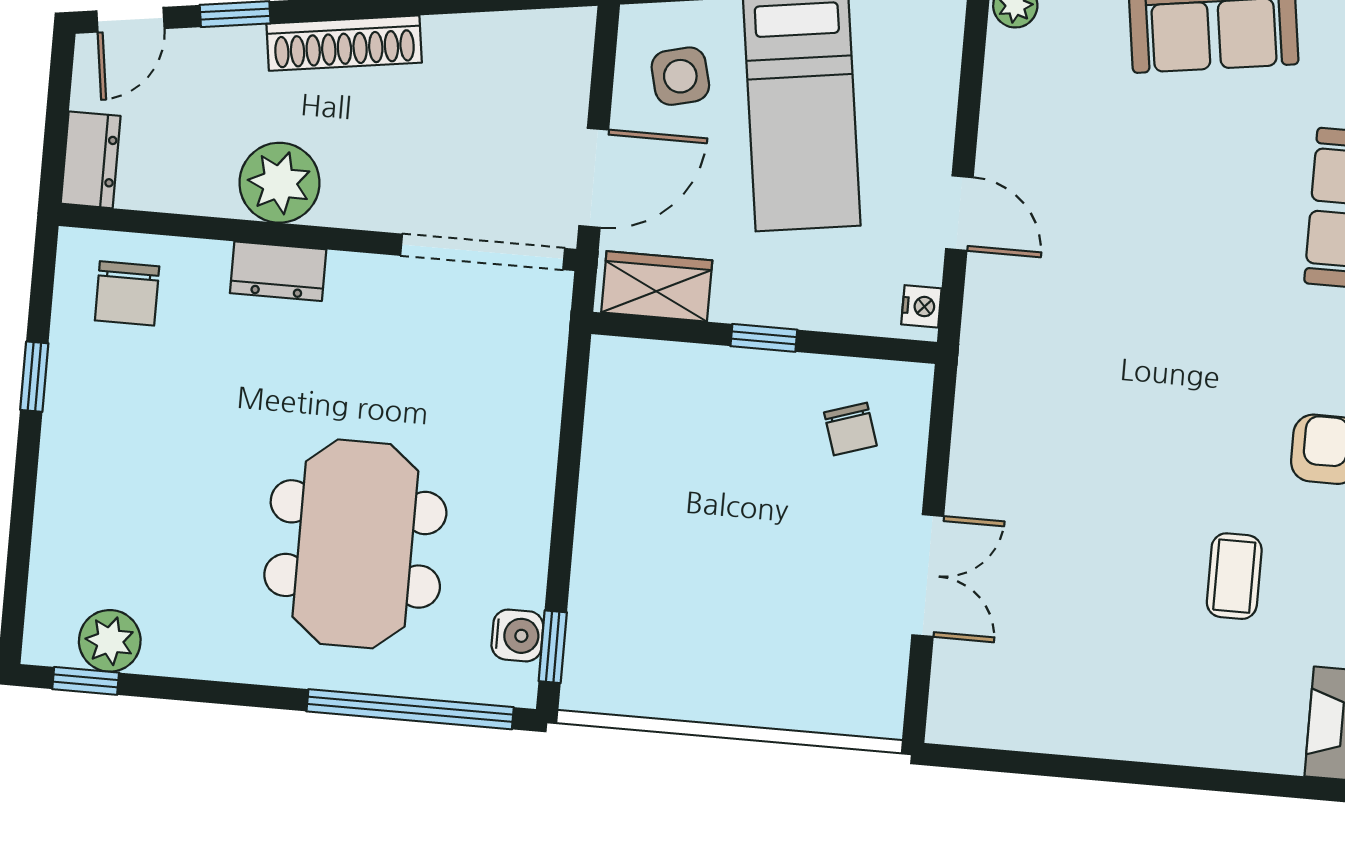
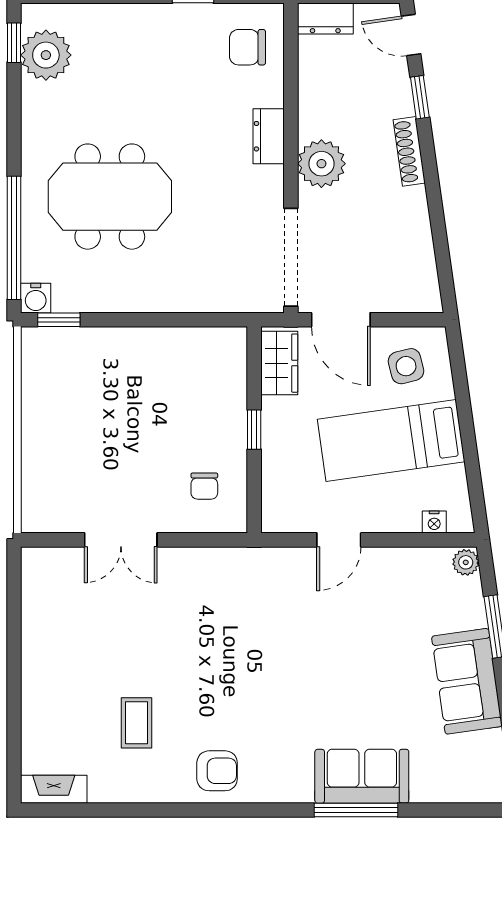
shoe rack: (344, 43) -> (409, 151), width x0.74, depth x0.81
plant: (279, 183) -> (321, 164), moved
nightstand: (921, 306) -> (434, 522), moved
chair: (850, 429) -> (204, 486), turned -72
coffee table: (1234, 576) -> (137, 723), turned 90
water cooler: (517, 635) -> (36, 298), moved
plant: (110, 641) -> (46, 55), width x1.36, depth x1.36

